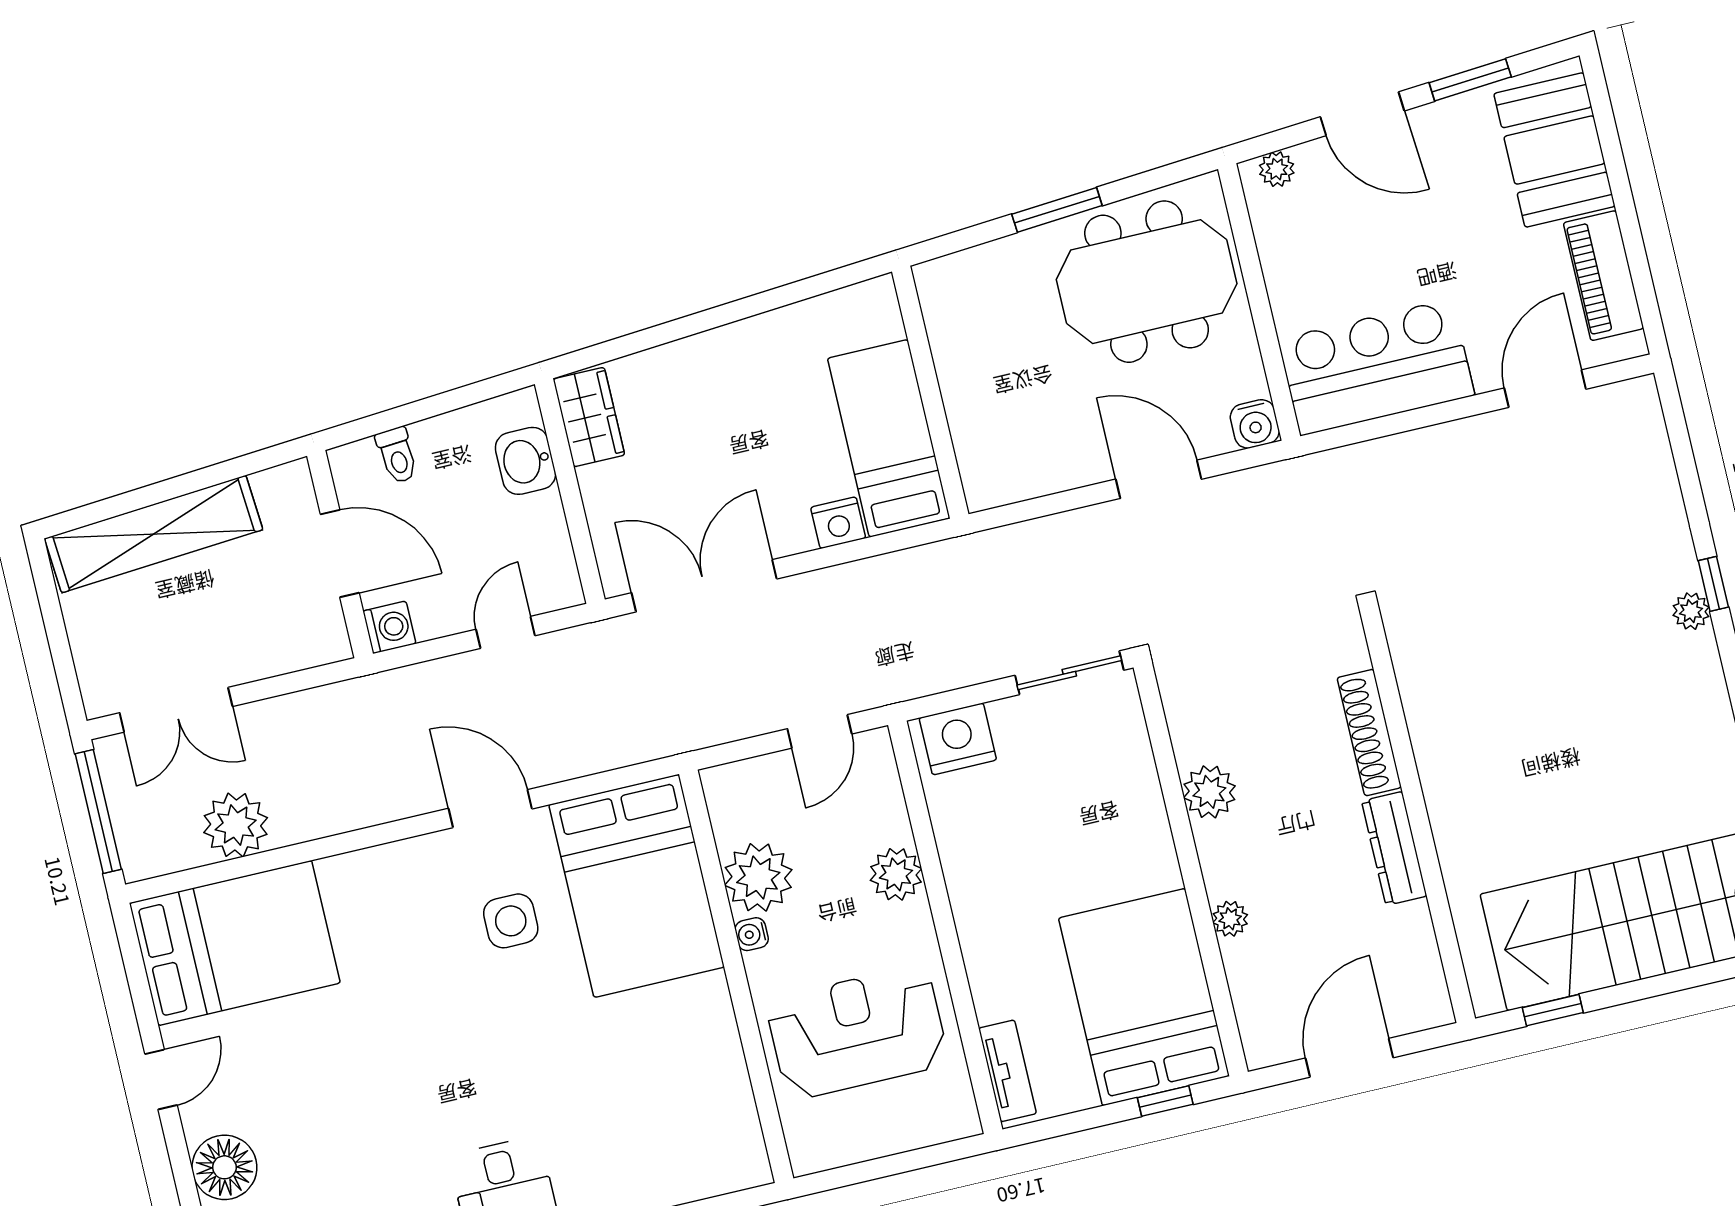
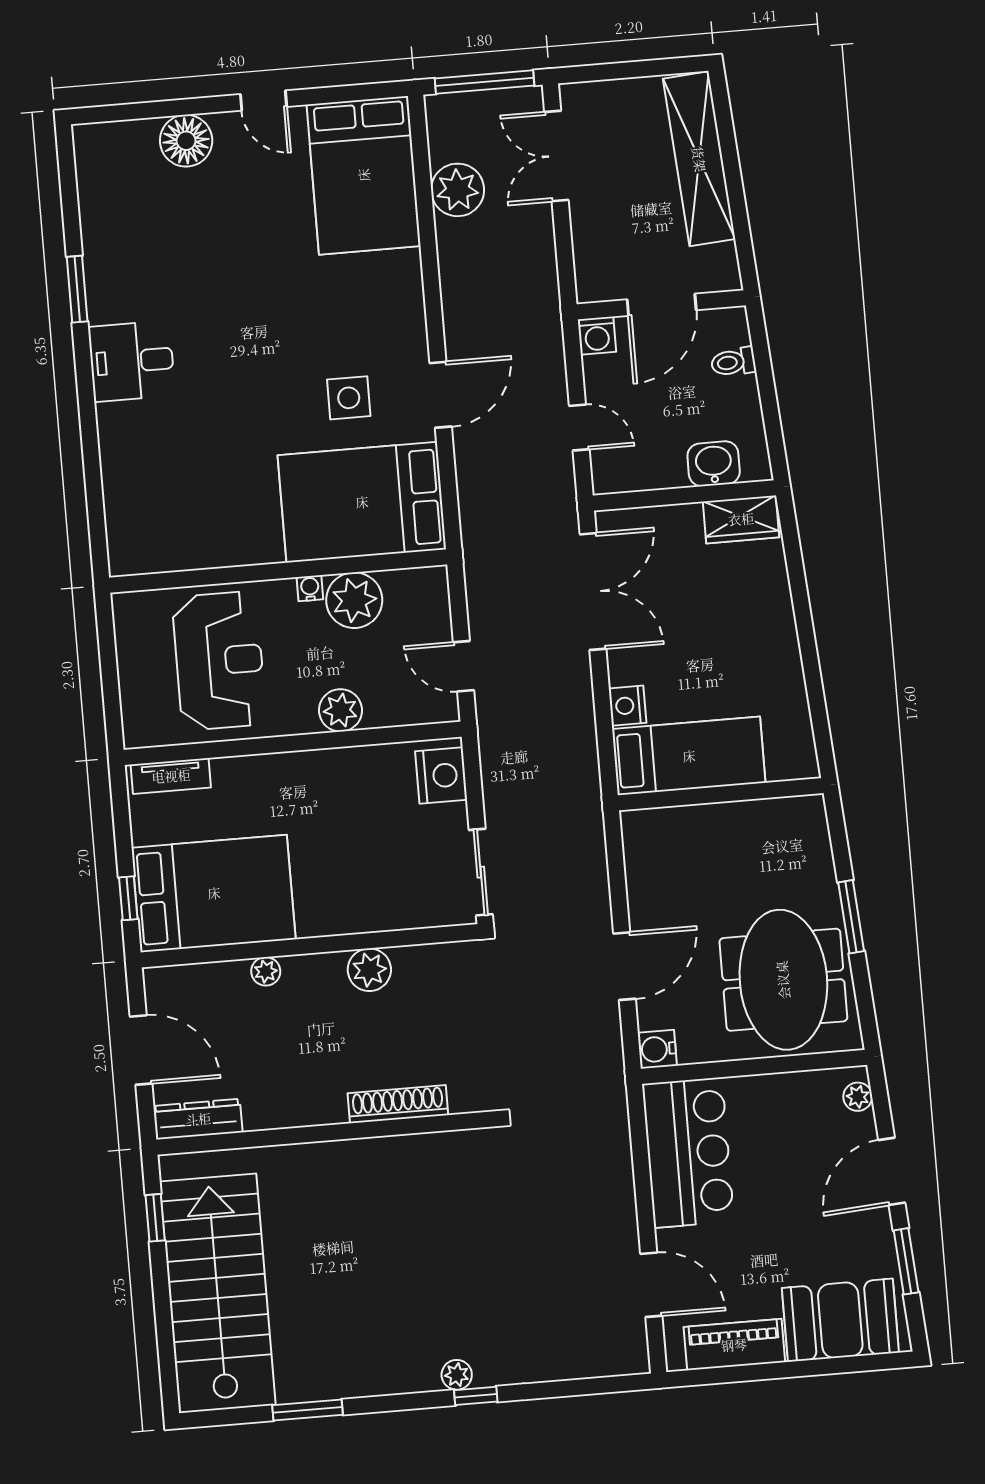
dresser: (1394, 849) -> (198, 1119), moved

